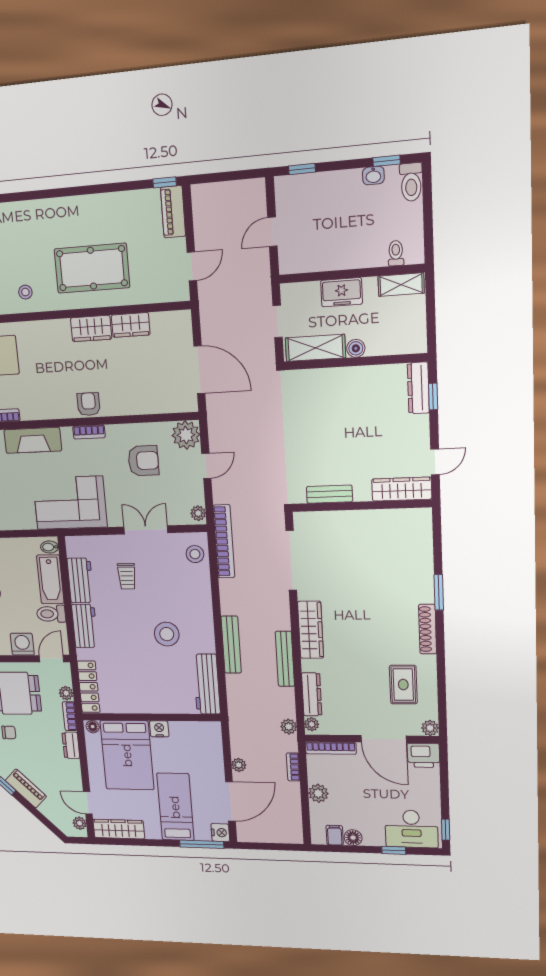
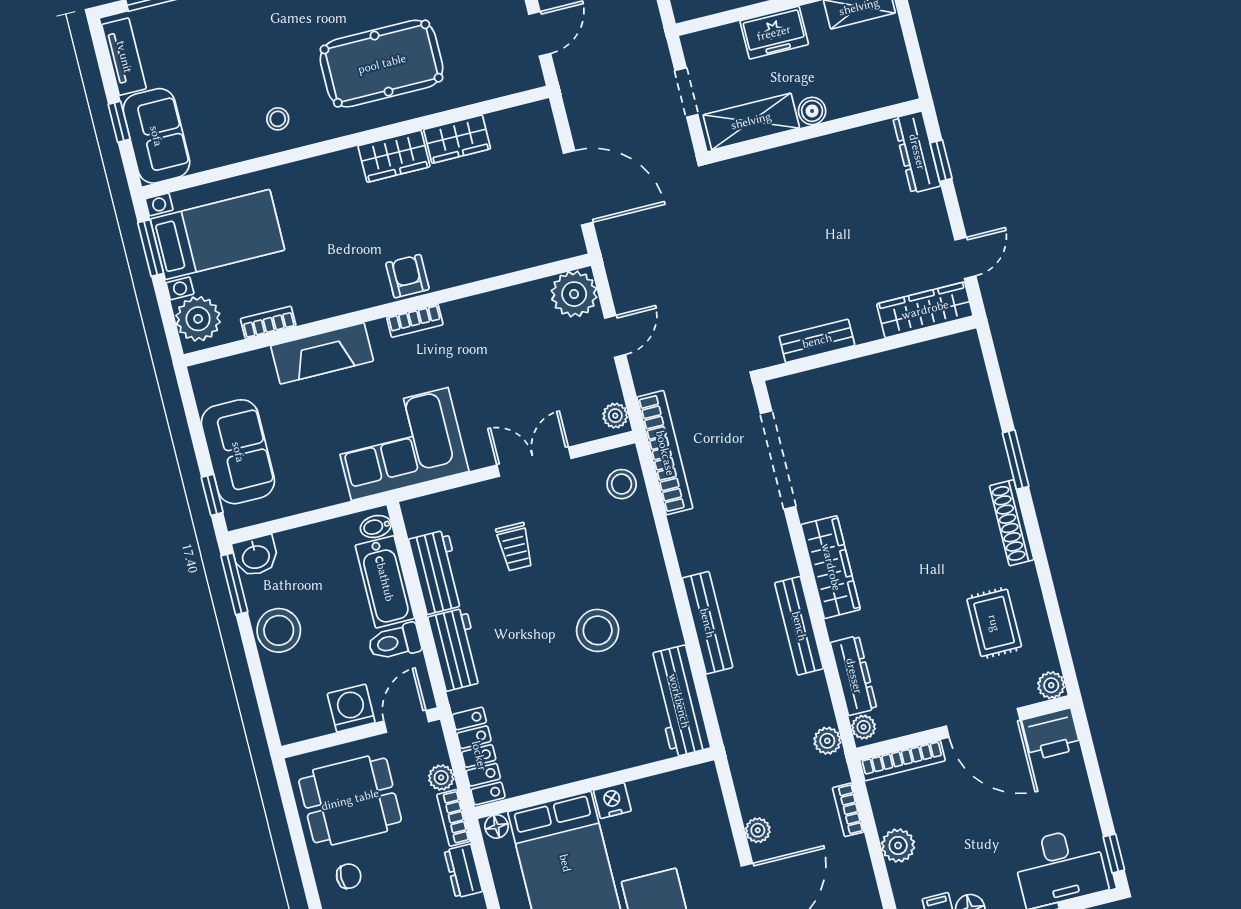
armchair: (143, 461) -> (512, 349), removed

